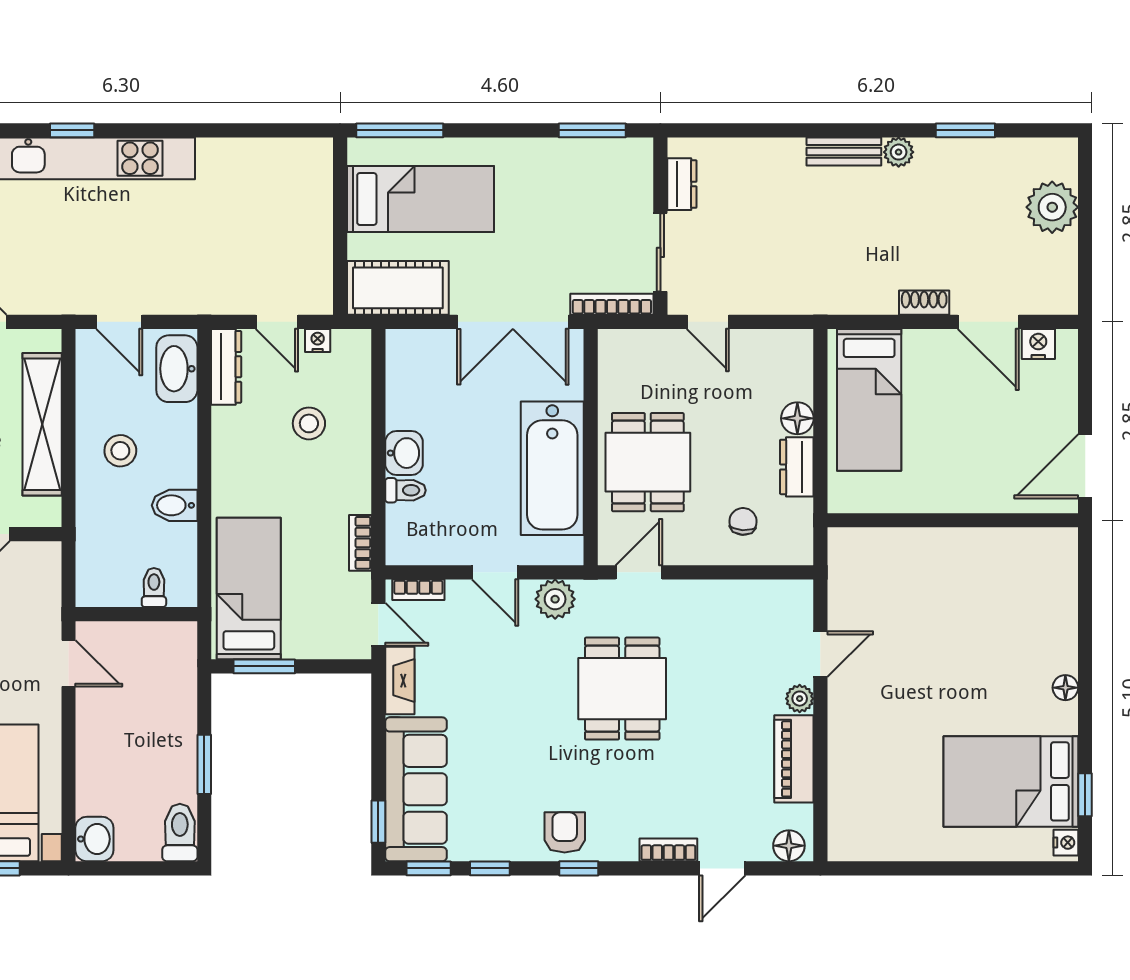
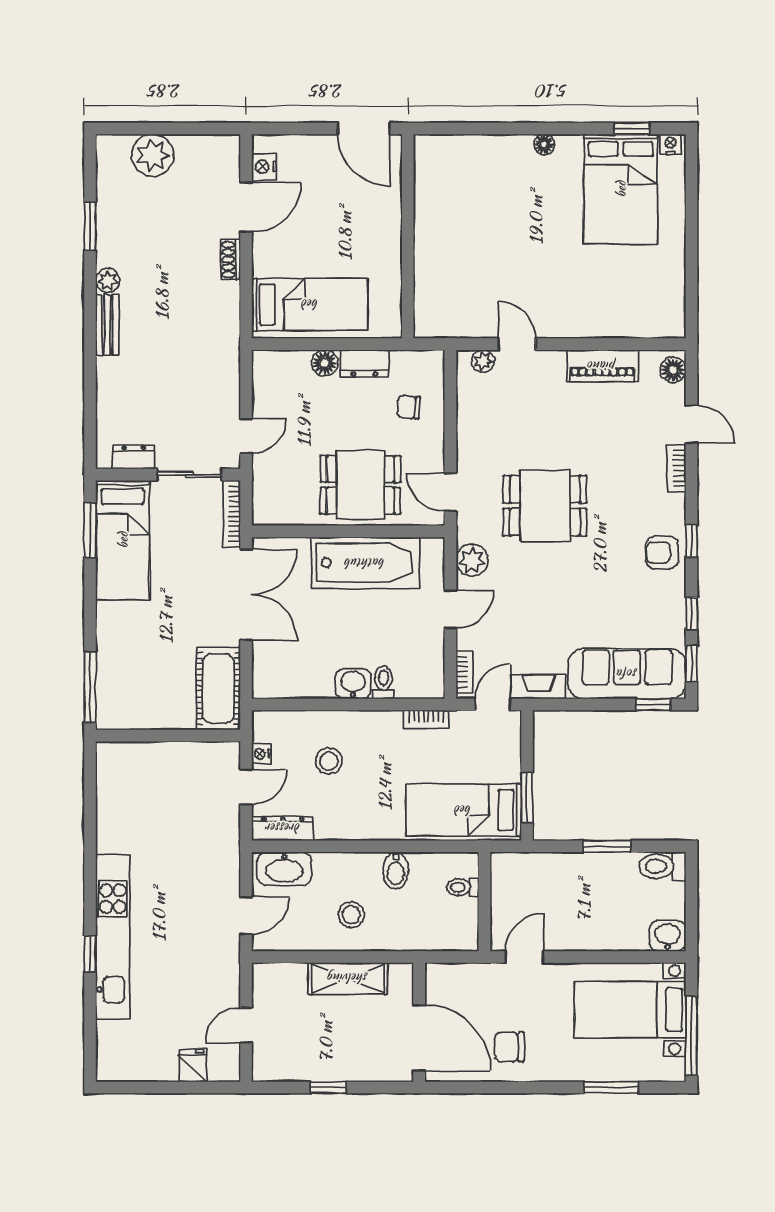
bed: (420, 199) -> (123, 540), moved, turned 180
shelving: (42, 424) -> (348, 978), width x0.68
plant: (800, 699) -> (483, 361), moved

